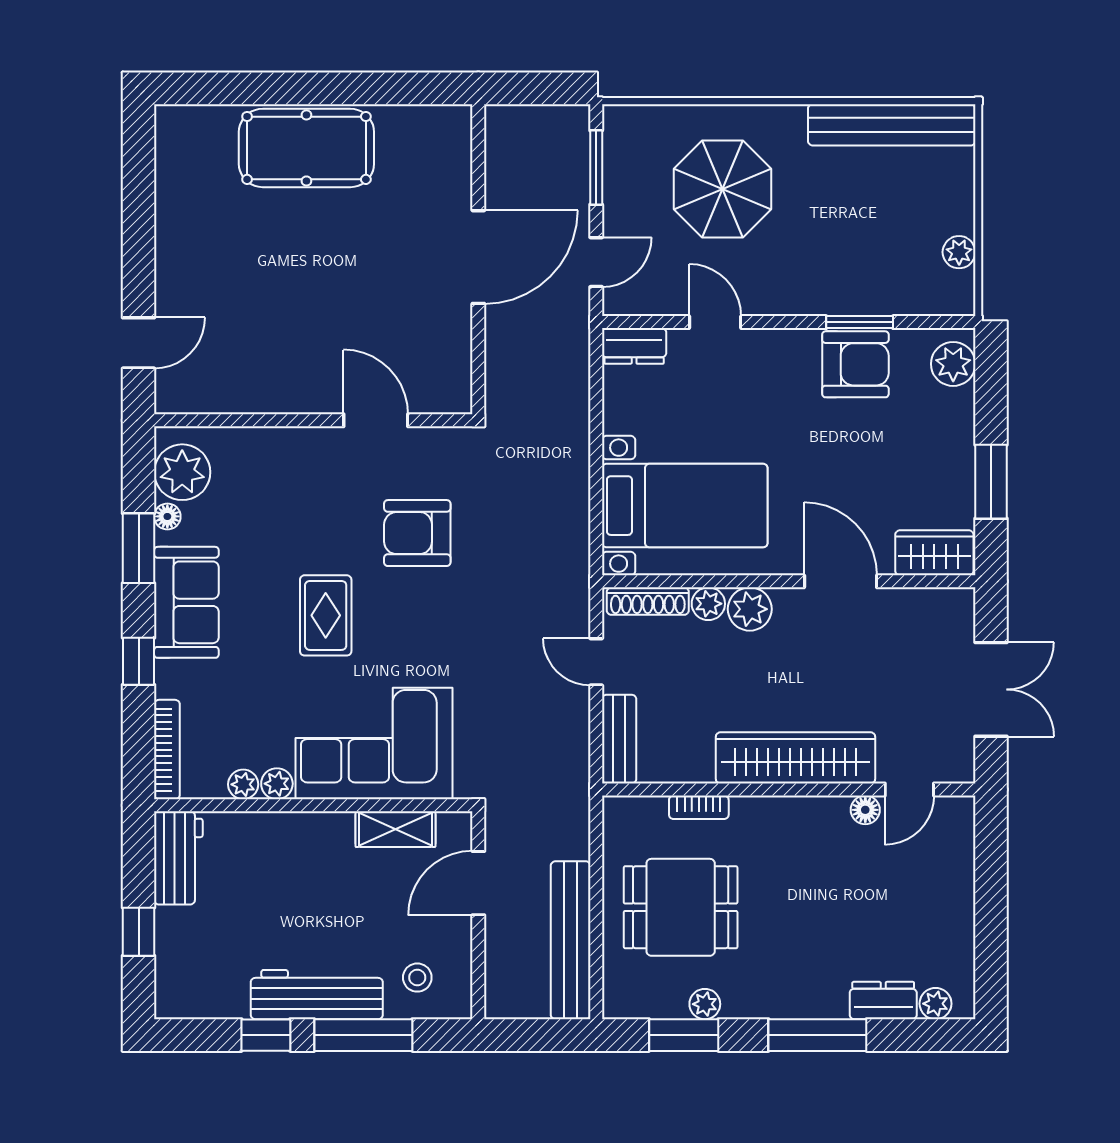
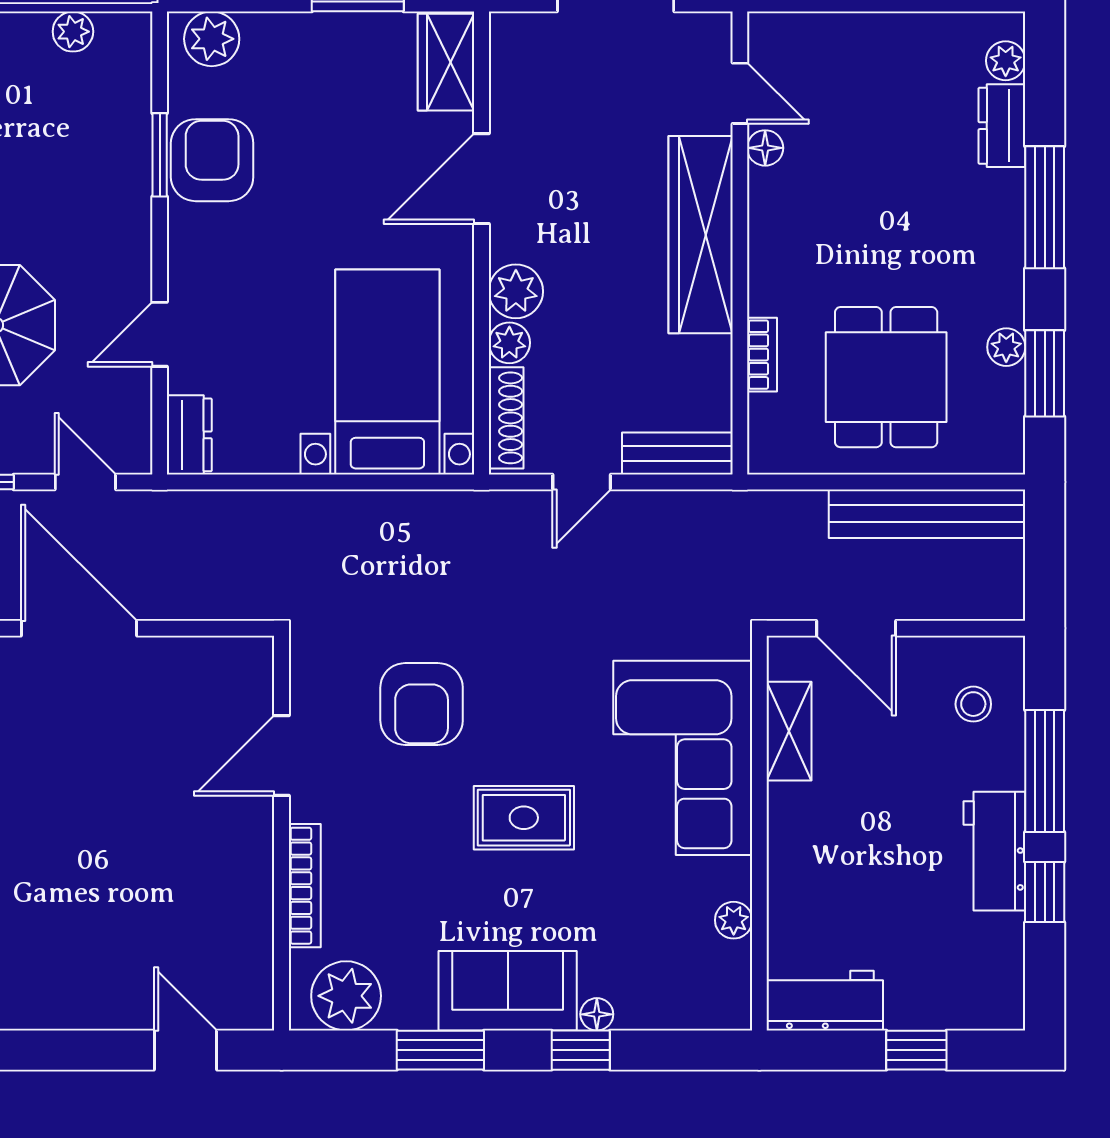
floor lamp: (167, 516) -> (597, 1014), moved
bookcase: (167, 750) -> (305, 886), moved, turned 90
plant: (277, 784) -> (733, 878), removed
workbench: (317, 995) -> (994, 851), width x0.73

